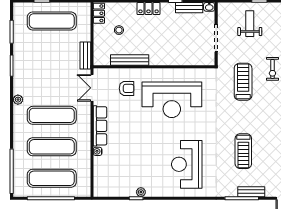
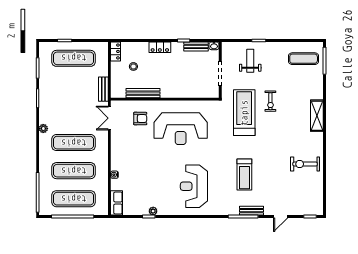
treadmill: (243, 82) -> (244, 113), width x1.37, depth x1.38
row of seats: (100, 126) -> (117, 203), moved, width x0.68

